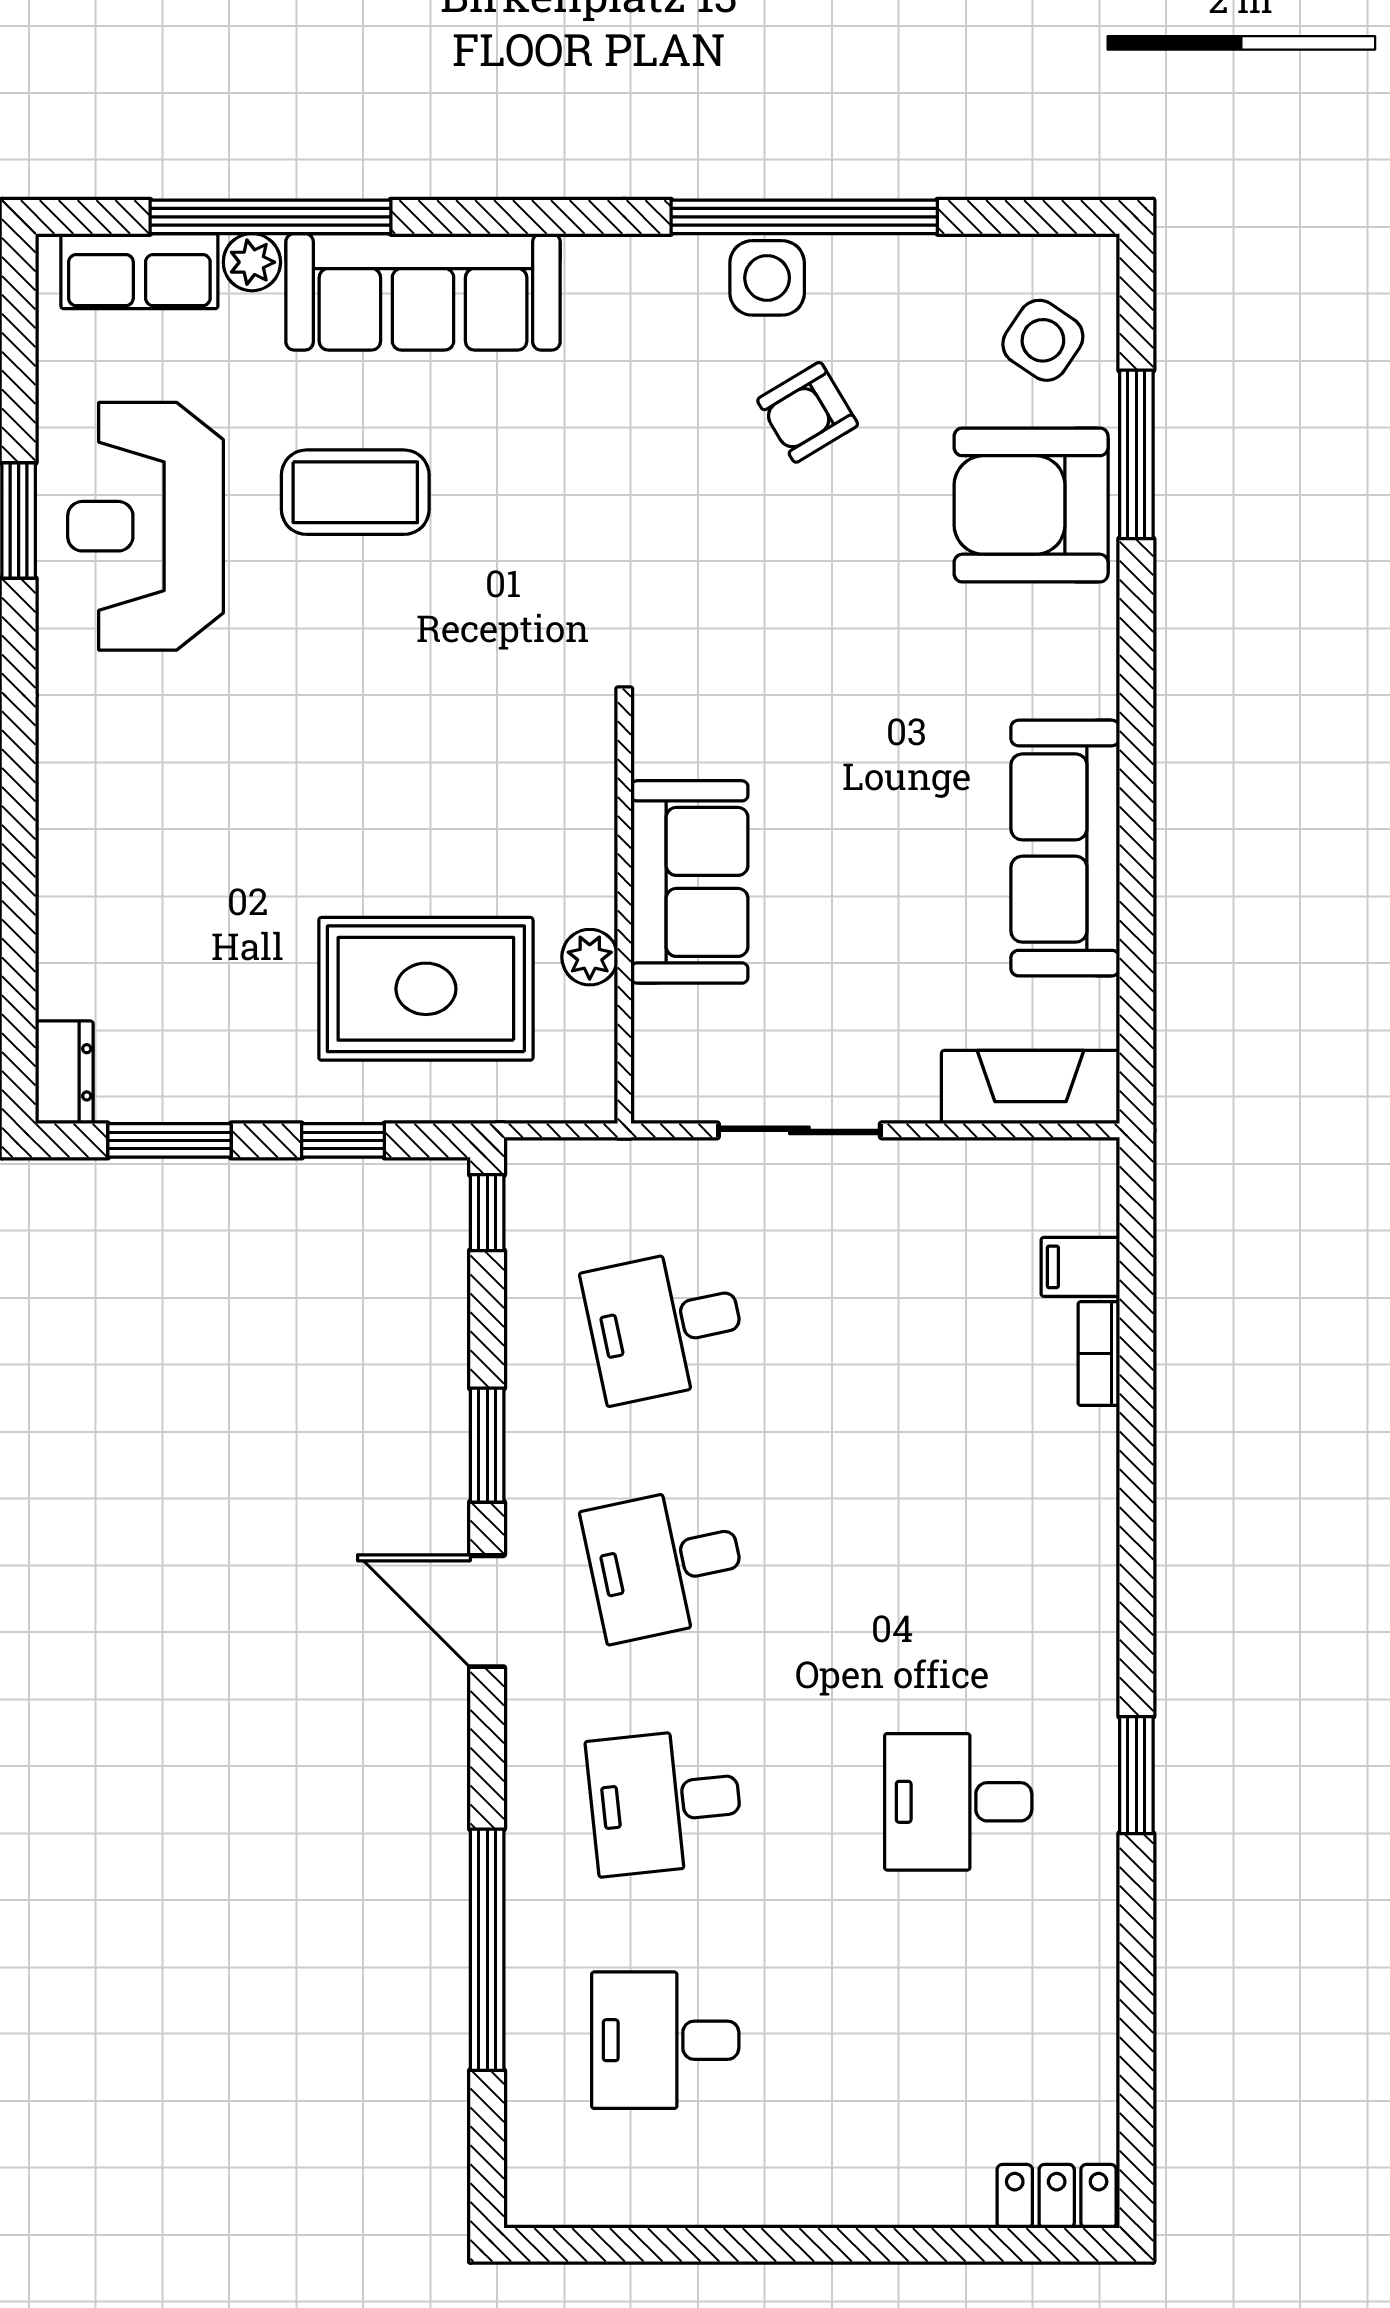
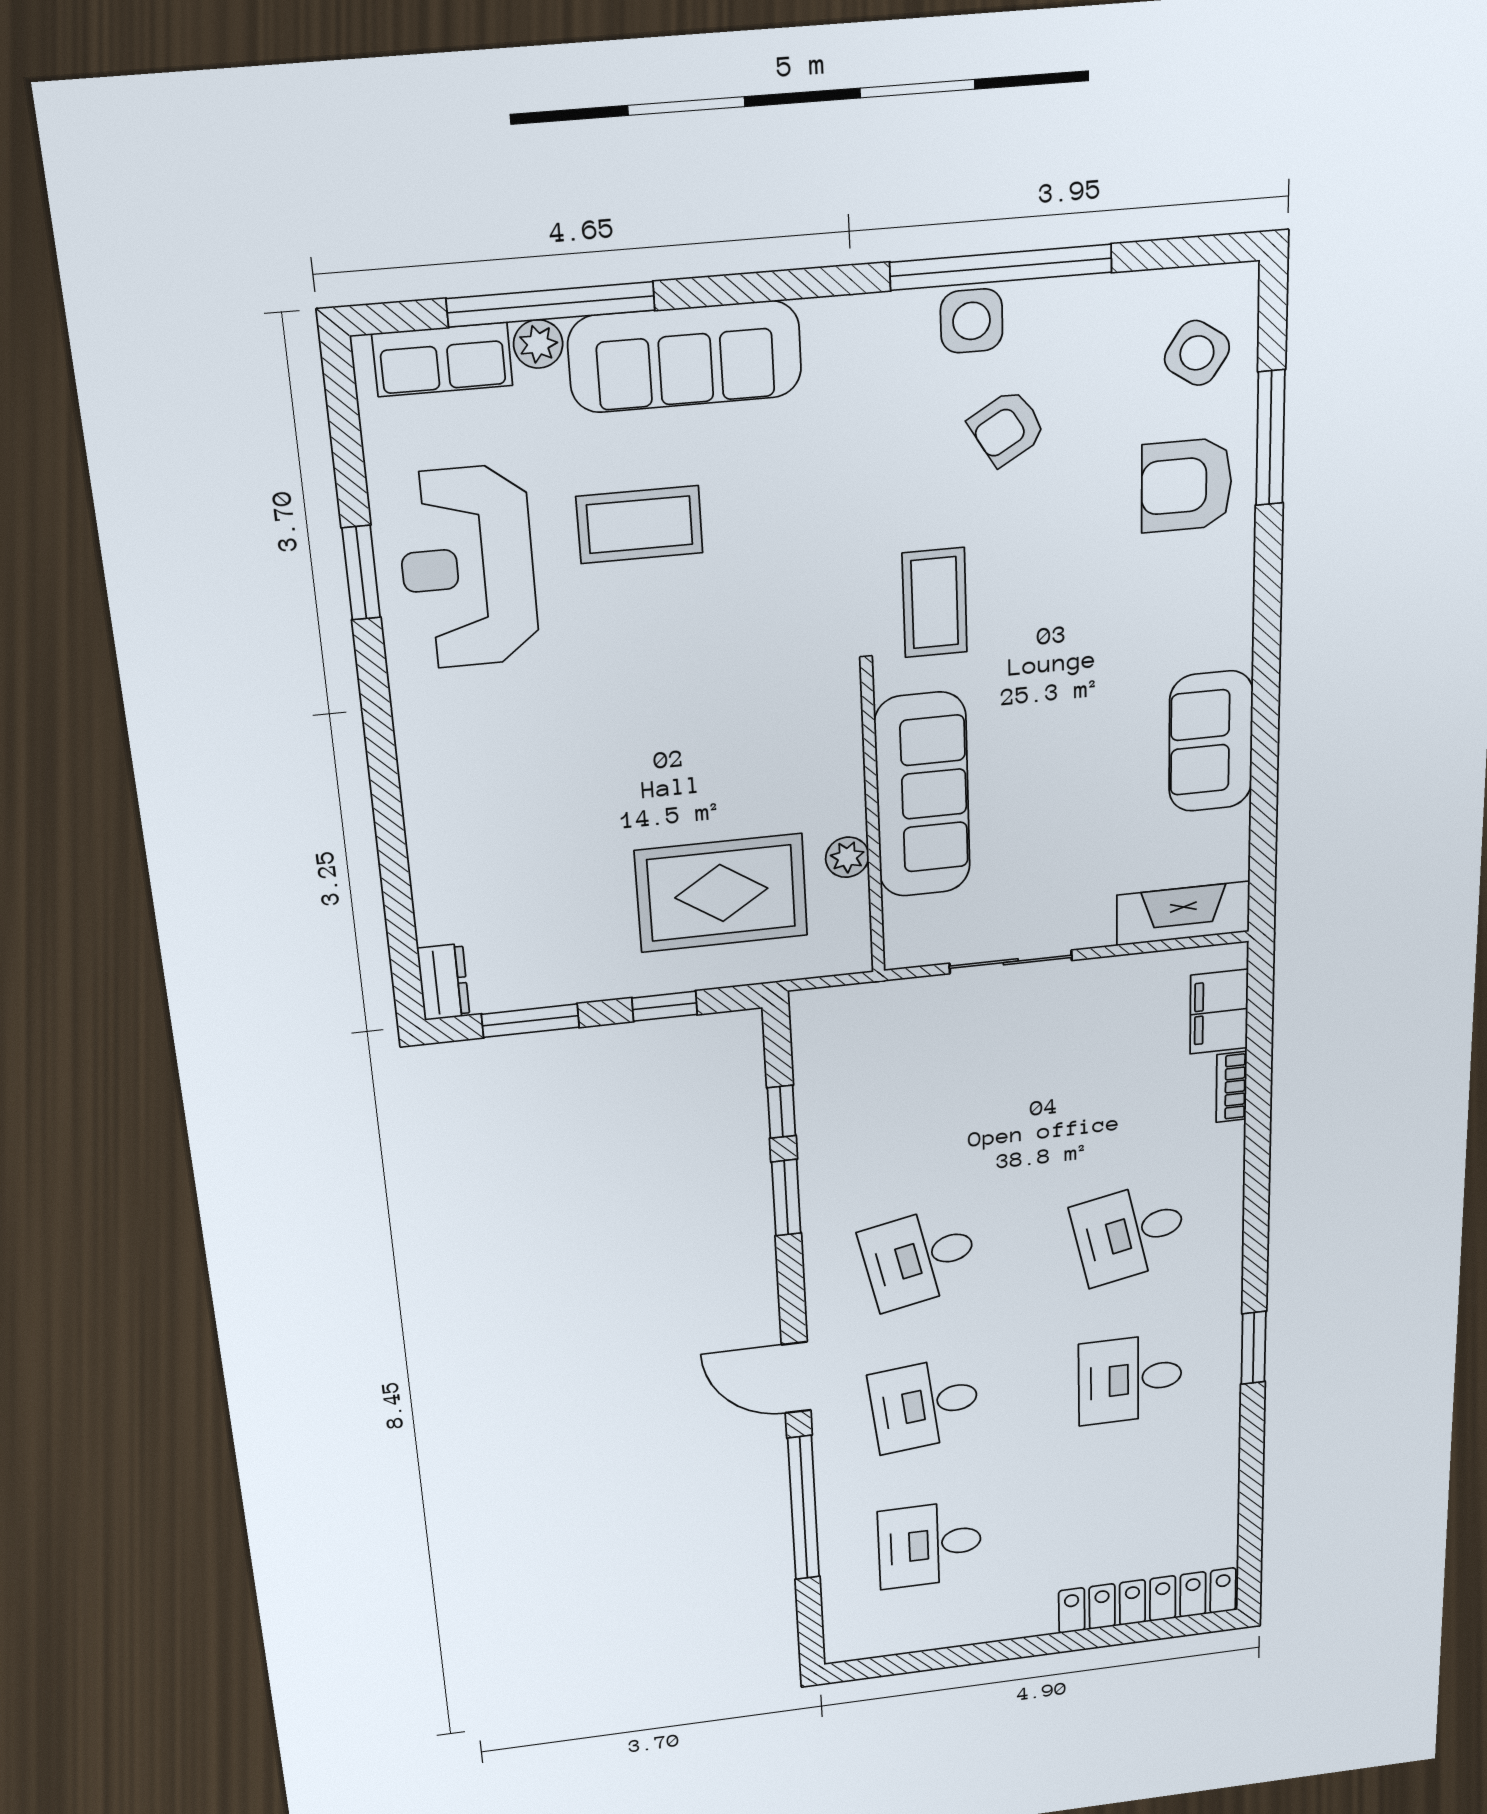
armchair: (1031, 505) -> (1187, 485), width x0.73, depth x0.73
coffee table: (713, 626) -> (935, 603), added
sofa: (1065, 848) -> (1211, 741), width x0.73
sofa: (689, 882) -> (922, 795), width x1.36
window: (487, 1213) -> (781, 1112), moved
filing cabinet: (1080, 1267) -> (1219, 1012), width x2.00
desk: (665, 1325) -> (1130, 1233), moved
door: (487, 1611) -> (796, 1378), moved
locker: (1057, 2196) -> (1148, 1600), width x2.16, depth x1.21

